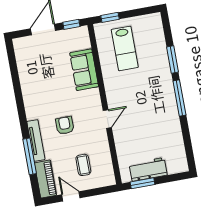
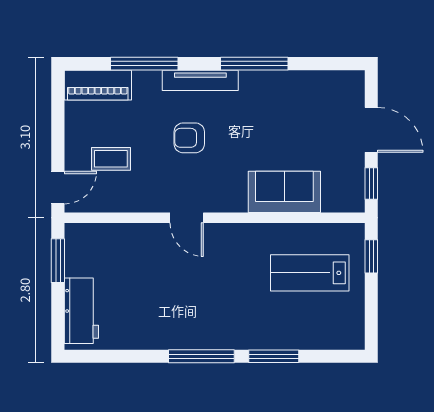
window: (19, 98) -> (254, 64), added
armchair: (65, 125) -> (189, 138), turned 180
tv unit: (36, 140) -> (200, 80), moved
workbench: (148, 169) -> (81, 311), moved
door: (71, 196) -> (58, 188), moved

